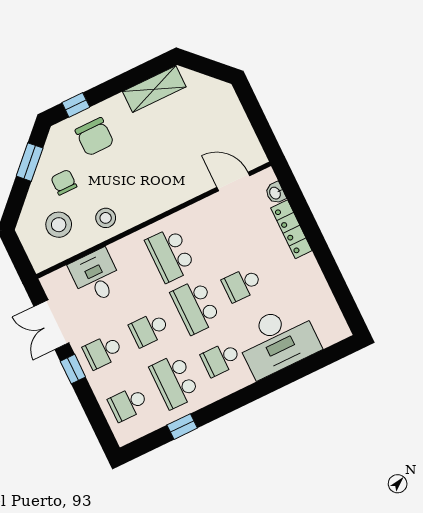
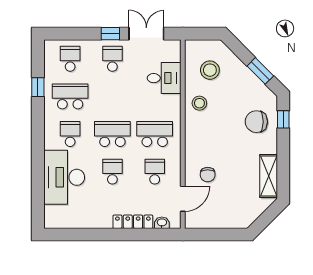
chair: (64, 182) -> (208, 175), moved, turned 90
school desk: (149, 329) -> (155, 172), moved

